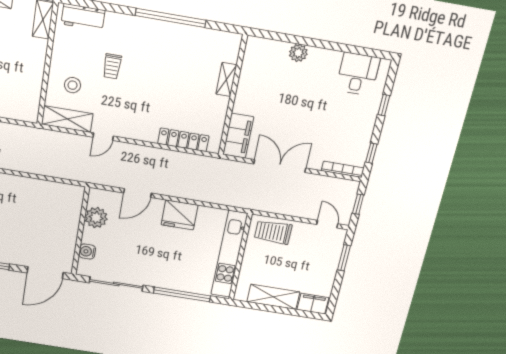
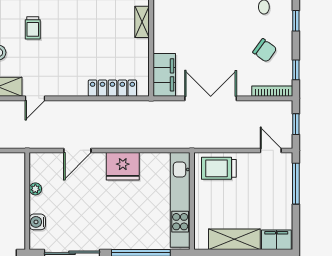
chair: (345, 129) -> (265, 50), added
plant: (96, 218) -> (35, 189), width x0.53, depth x0.53
window: (344, 258) -> (296, 184), width x1.44

